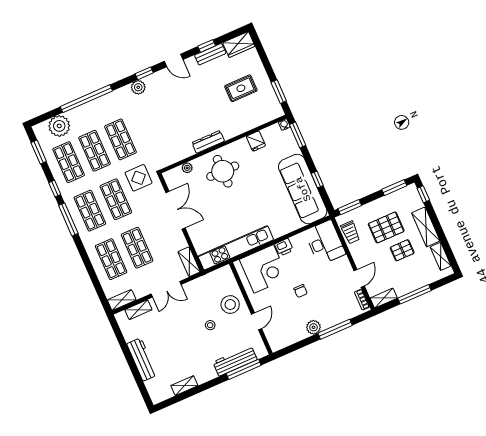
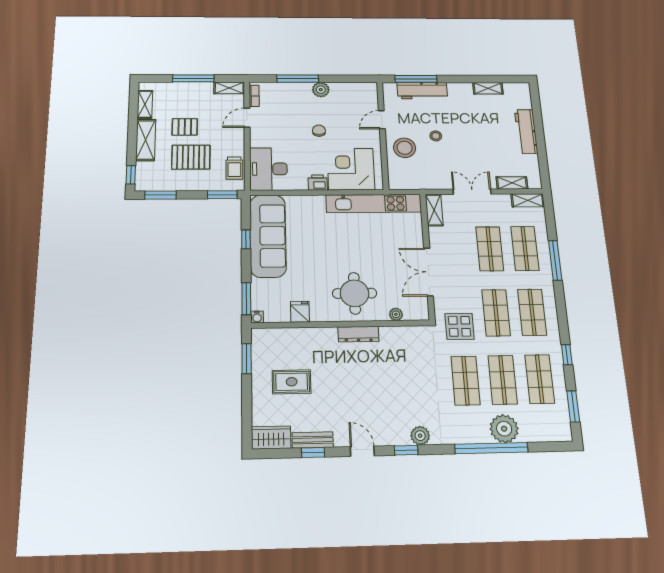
plant: (59, 126) -> (504, 429), moved
window: (68, 219) -> (555, 260), moved
trolley: (350, 232) -> (234, 168), turned 180

